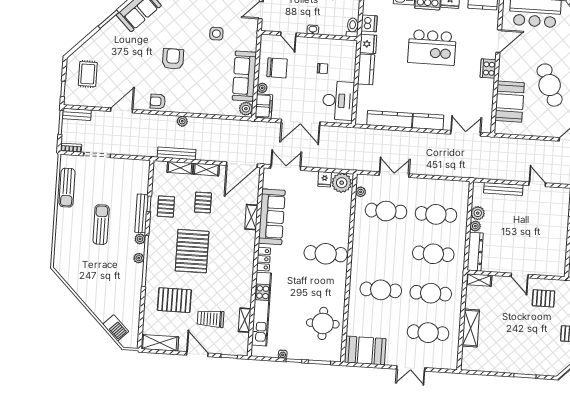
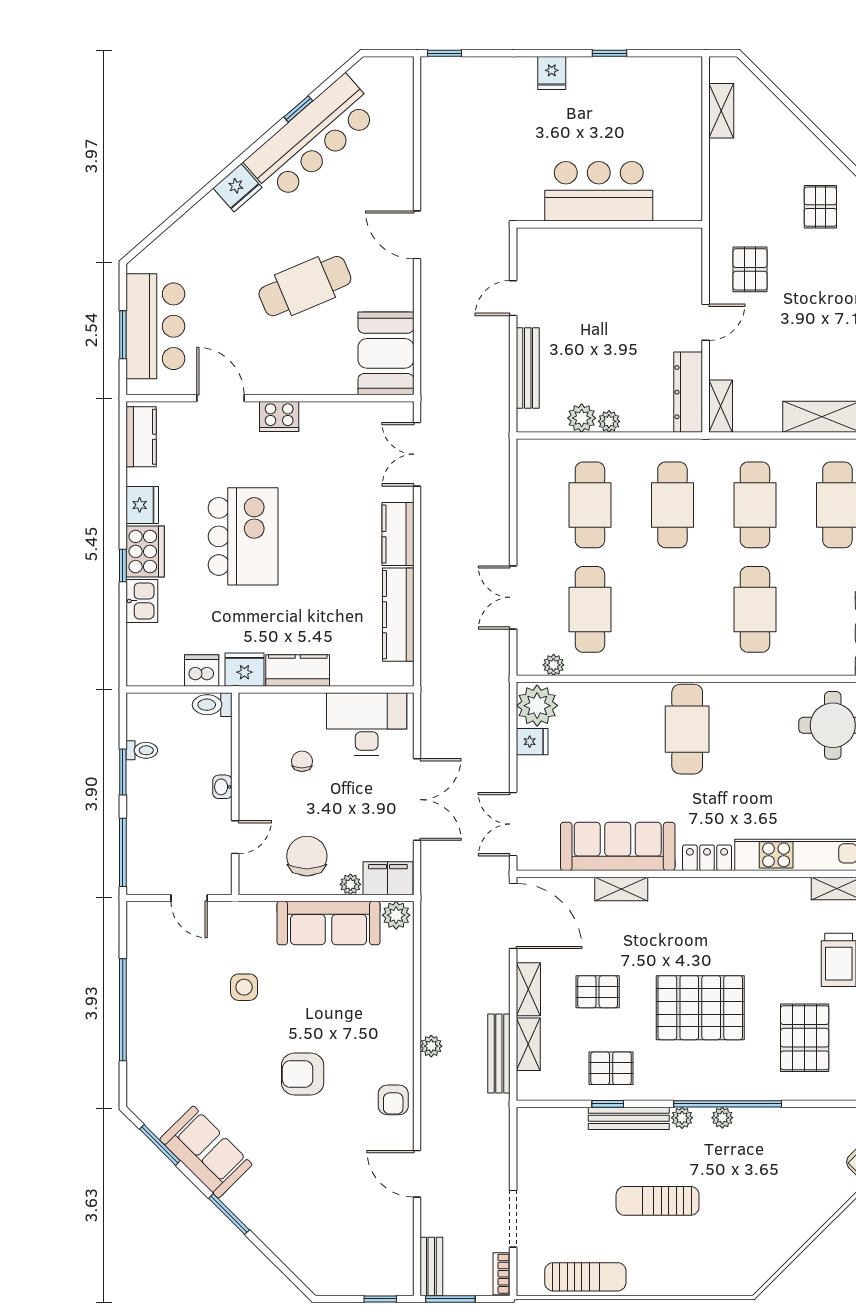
rug: (88, 74) -> (346, 1249), removed
booth: (510, 102) -> (386, 353), moved, turned 90
dresser: (475, 252) -> (688, 392), moved, turned -90

